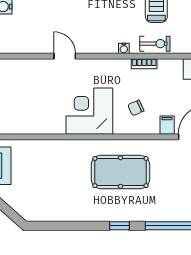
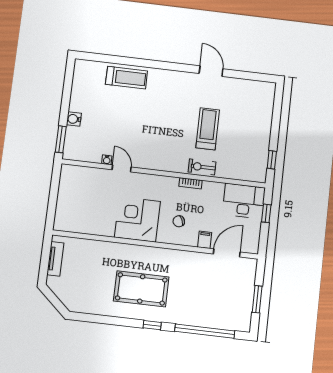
exercise bike: (155, 44) -> (202, 167), turned 180
water cooler: (124, 48) -> (107, 160), moved
pool table: (120, 172) -> (141, 289), moved

